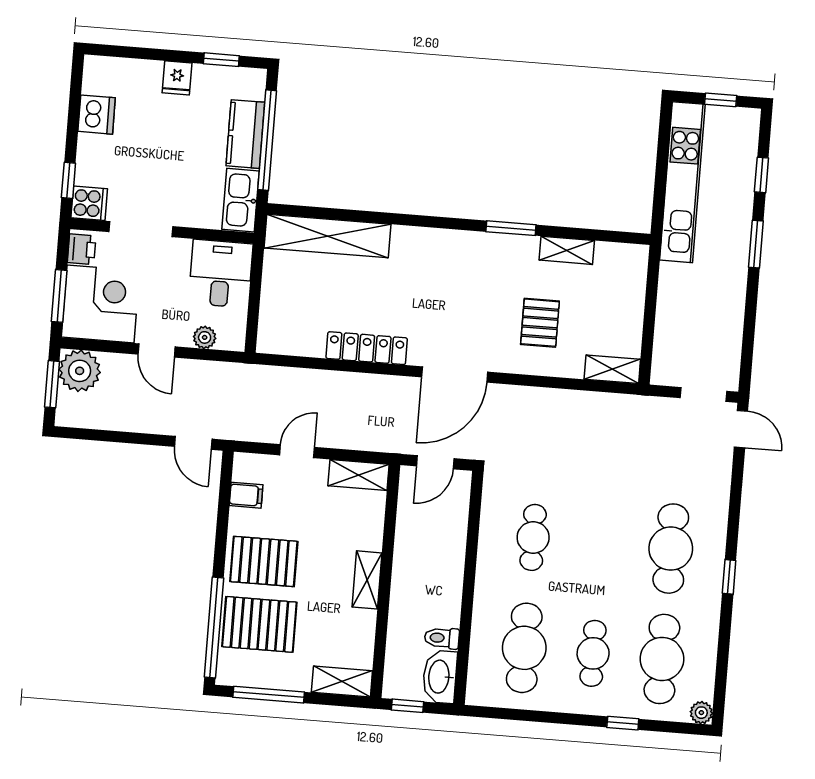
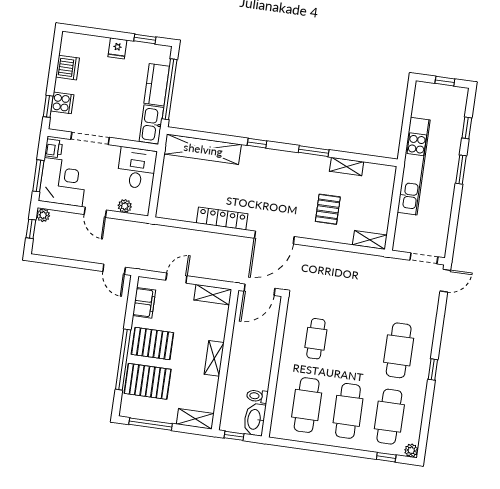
kitchen unit: (682, 182) -> (414, 166), moved
cooker: (89, 203) -> (62, 103), moved
window: (417, 221) -> (257, 143), added
plant: (80, 371) -> (43, 215), width x0.53, depth x0.53
window: (52, 384) -> (31, 229), width x0.67
door: (741, 429) -> (445, 281), hinge flipped
door: (435, 462) -> (259, 290), width x1.38
filing cabinet: (246, 495) -> (144, 303), width x2.00
window: (214, 628) -> (123, 359), moved
cafe table: (593, 653) -> (348, 411), width x1.37, depth x1.35
window: (623, 723) -> (386, 457), moved

